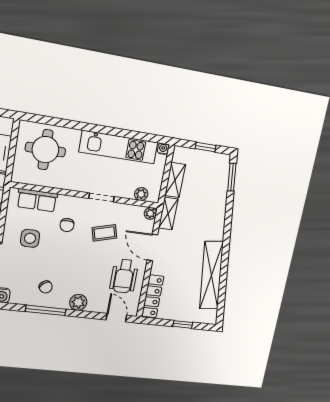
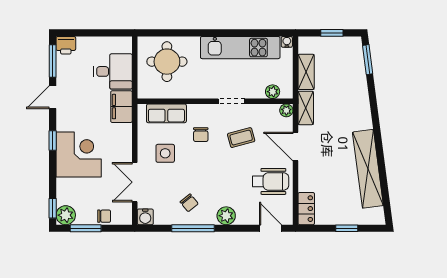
wheelchair: (124, 276) -> (270, 181), turned -90
locker: (153, 296) -> (306, 209), width x0.66

